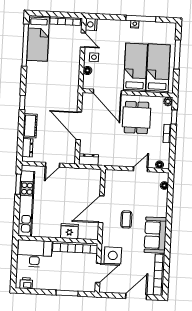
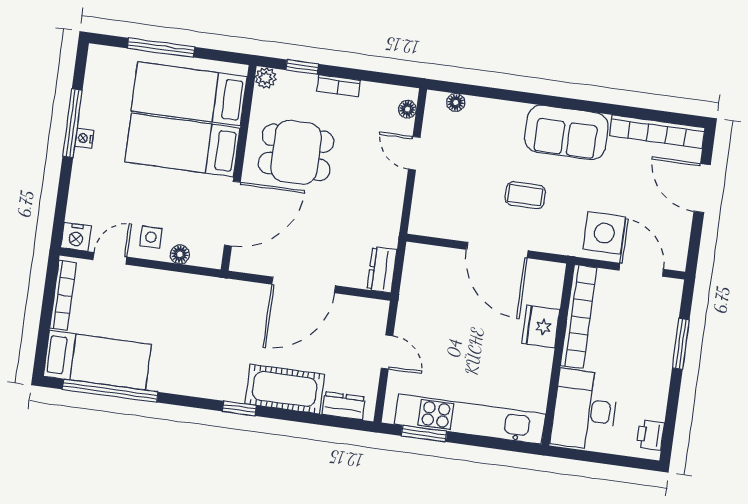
cot: (30, 126) -> (285, 389), width x1.37, depth x1.34

